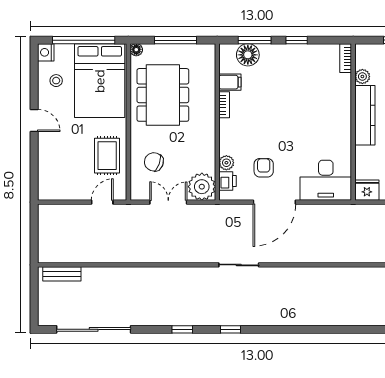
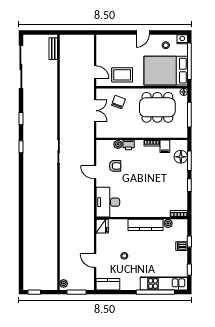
printer: (228, 181) -> (129, 145), moved
plant: (202, 187) -> (104, 130), removed
door: (274, 202) -> (95, 172), width x0.53

